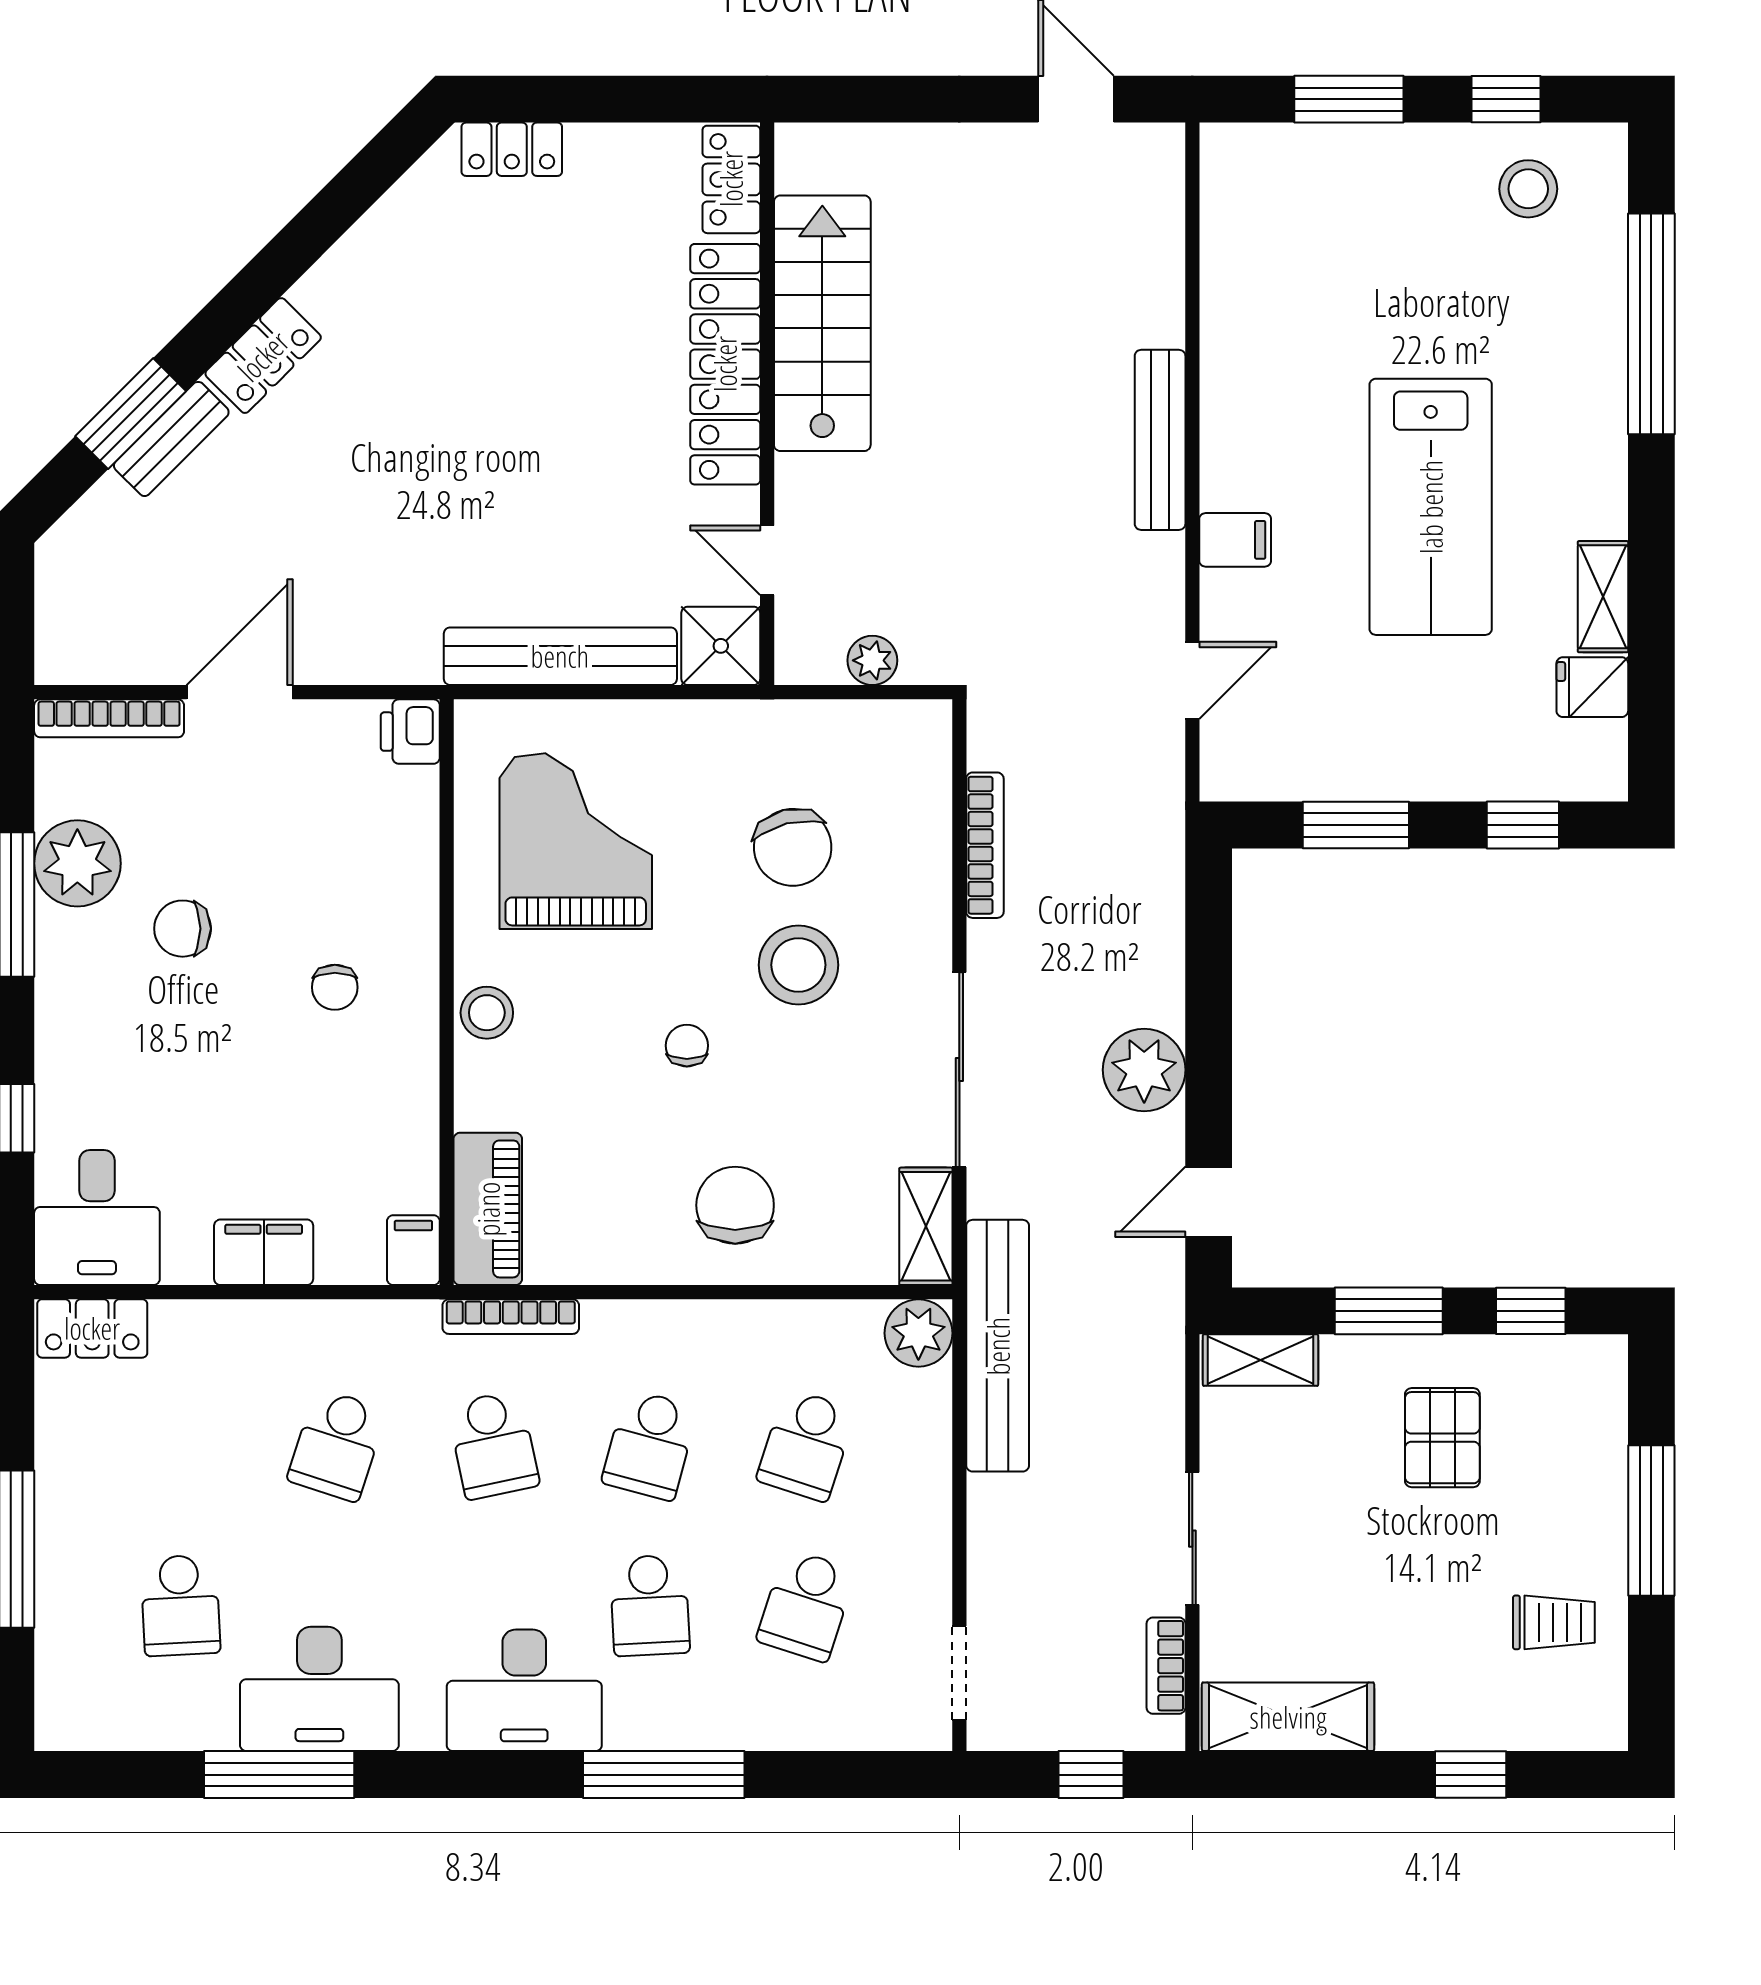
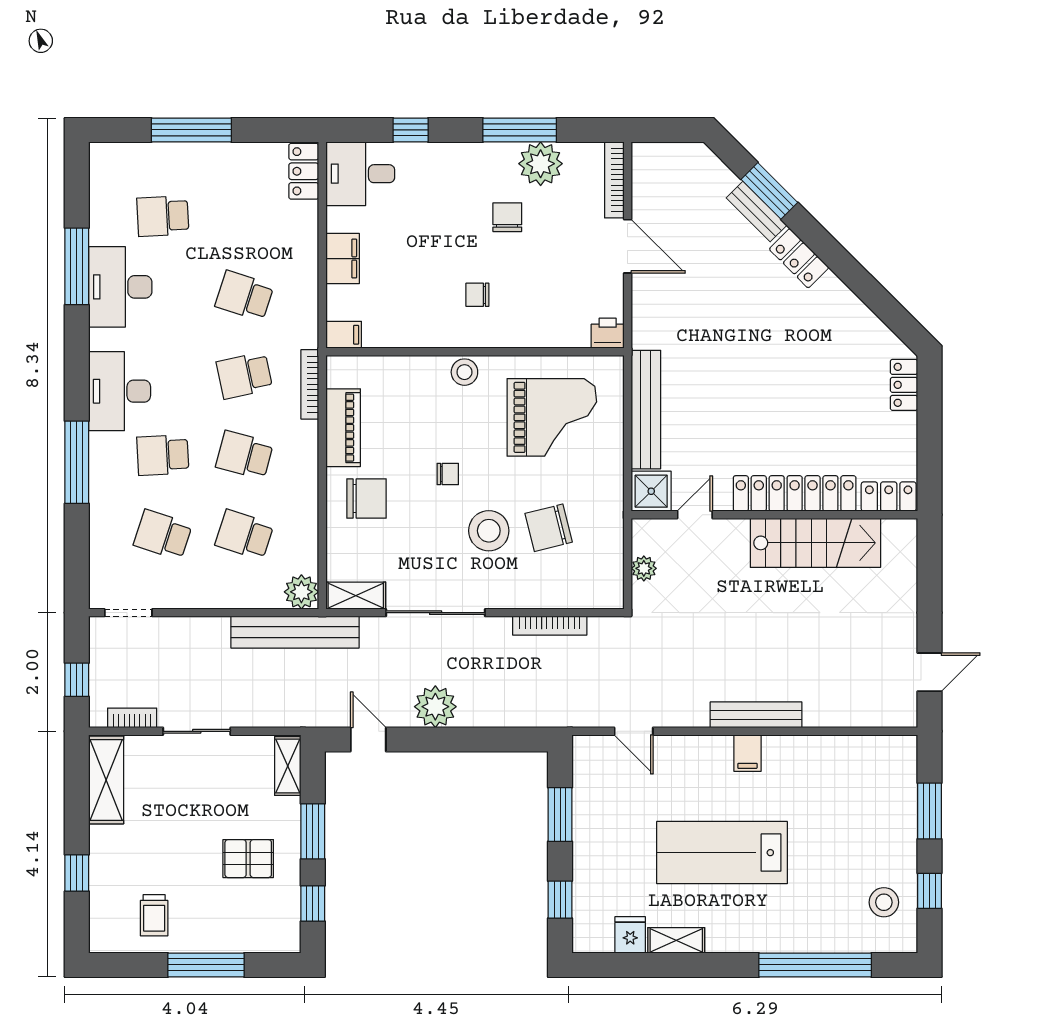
filing cabinet: (1235, 540) -> (747, 753), moved
piano: (488, 1209) -> (343, 428), moved, turned -90

